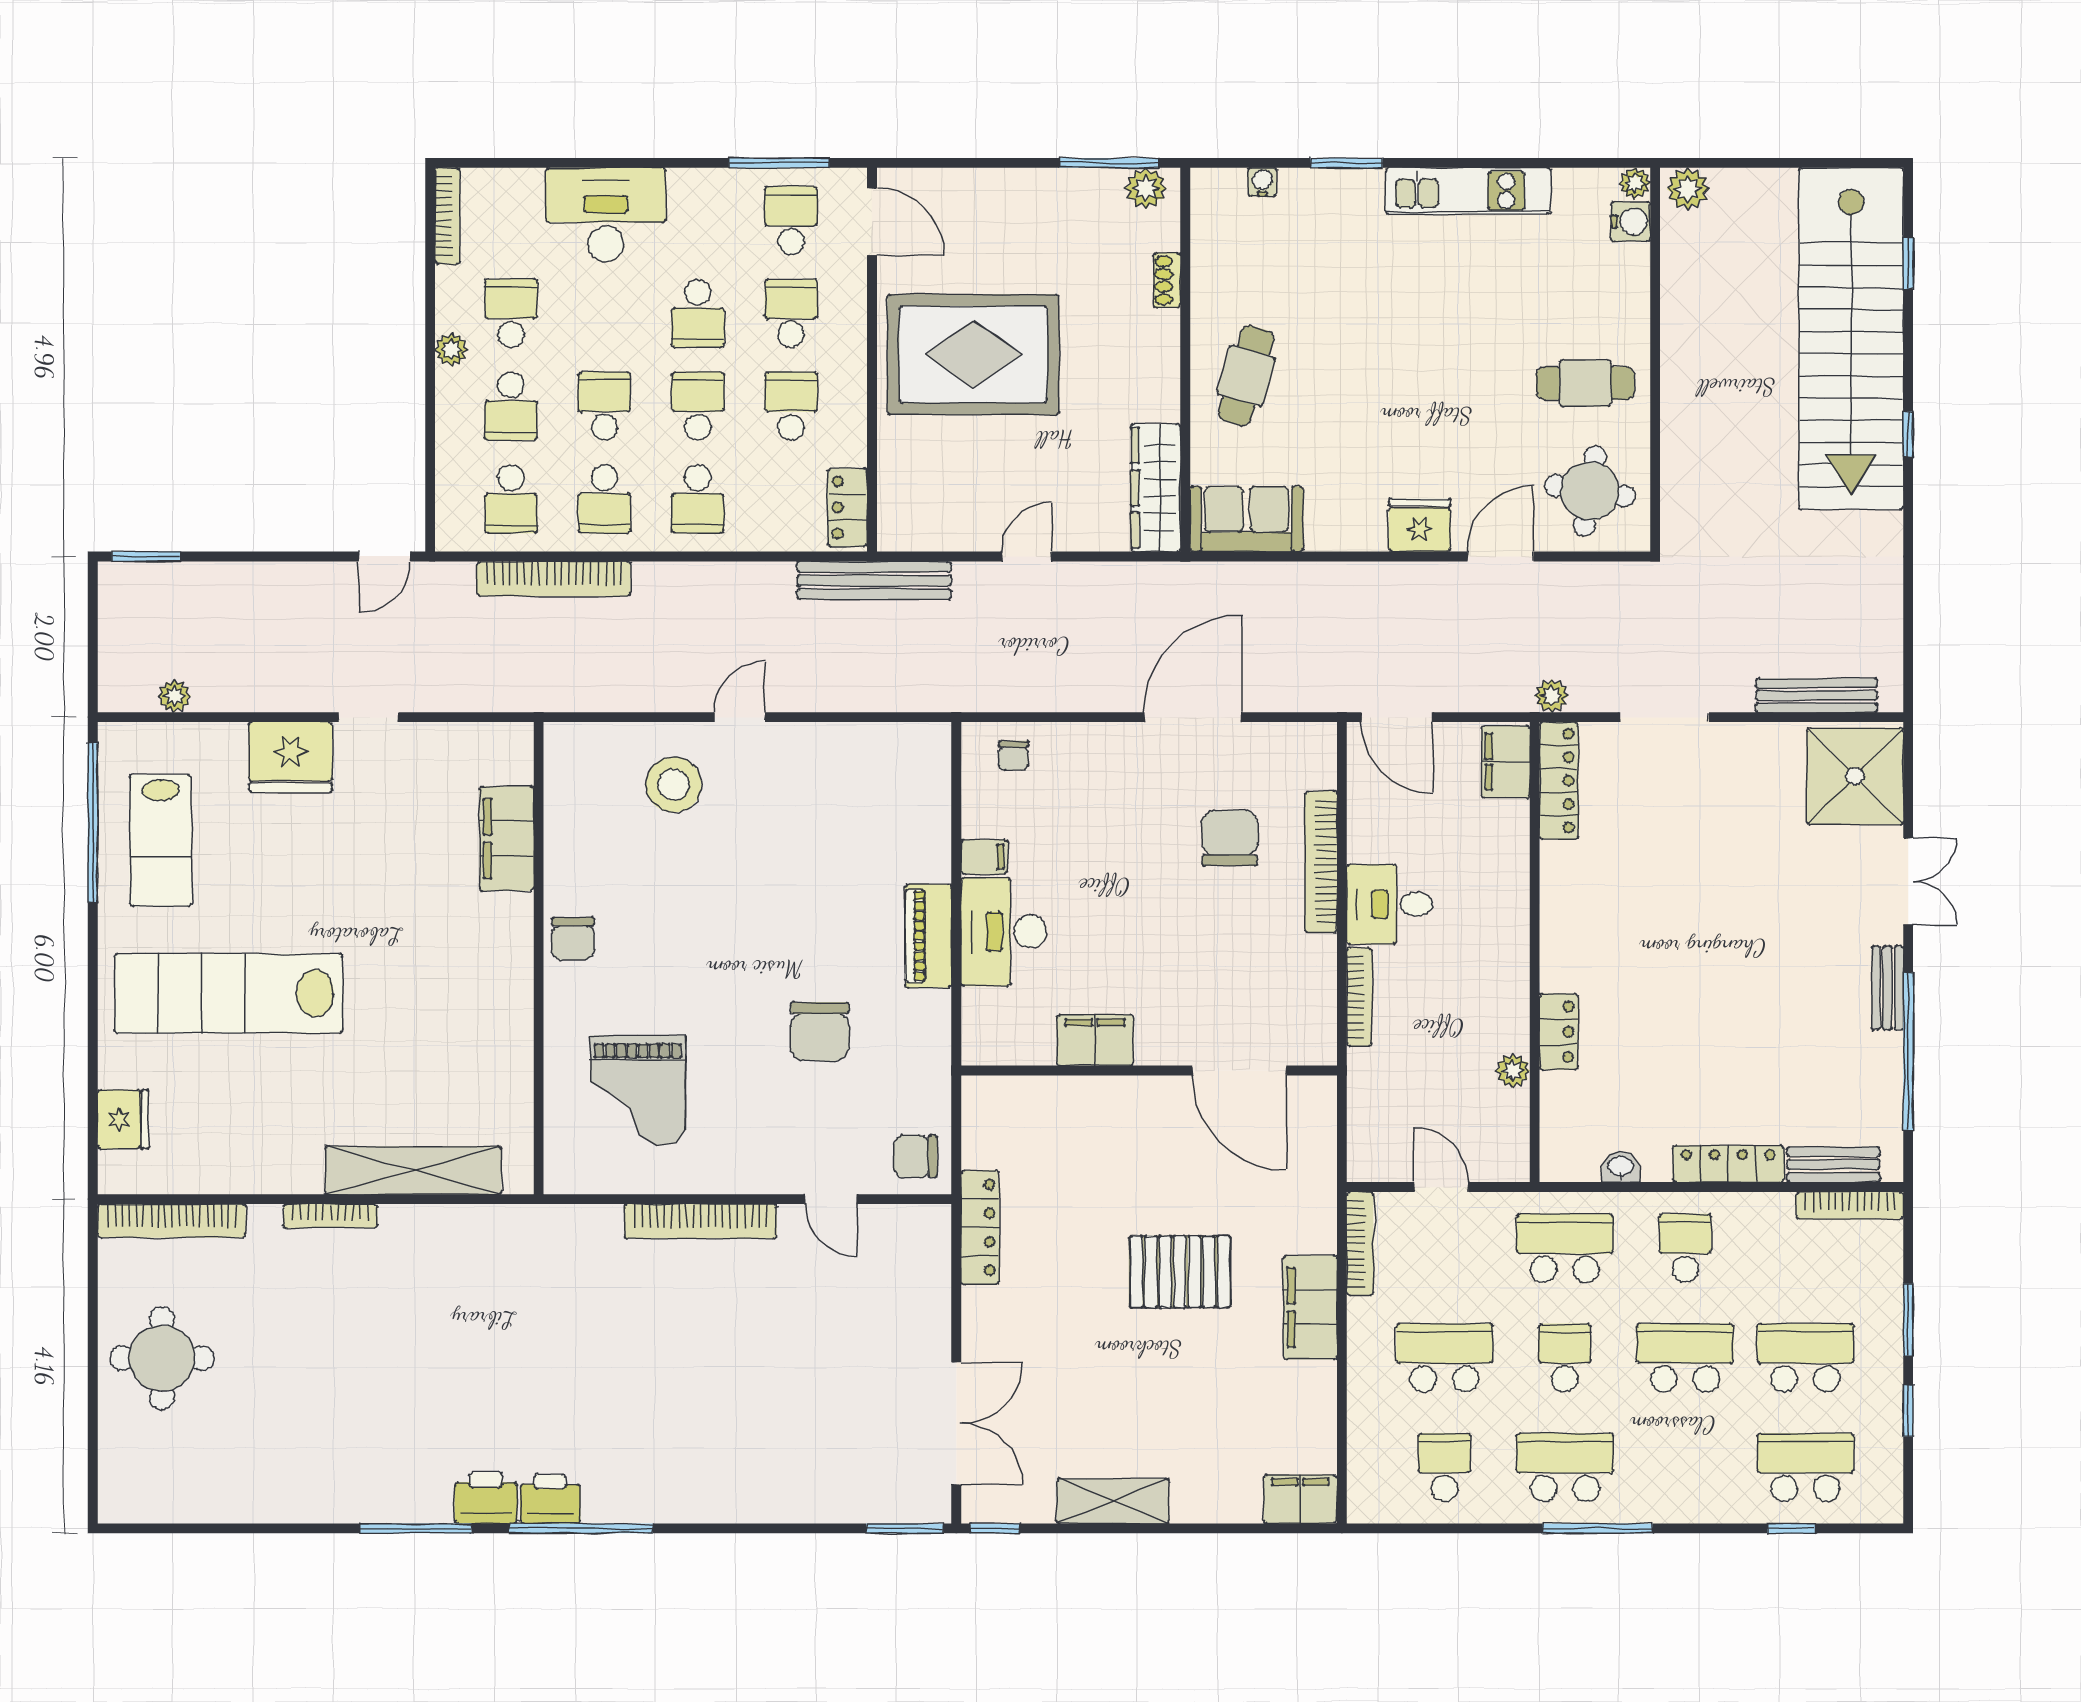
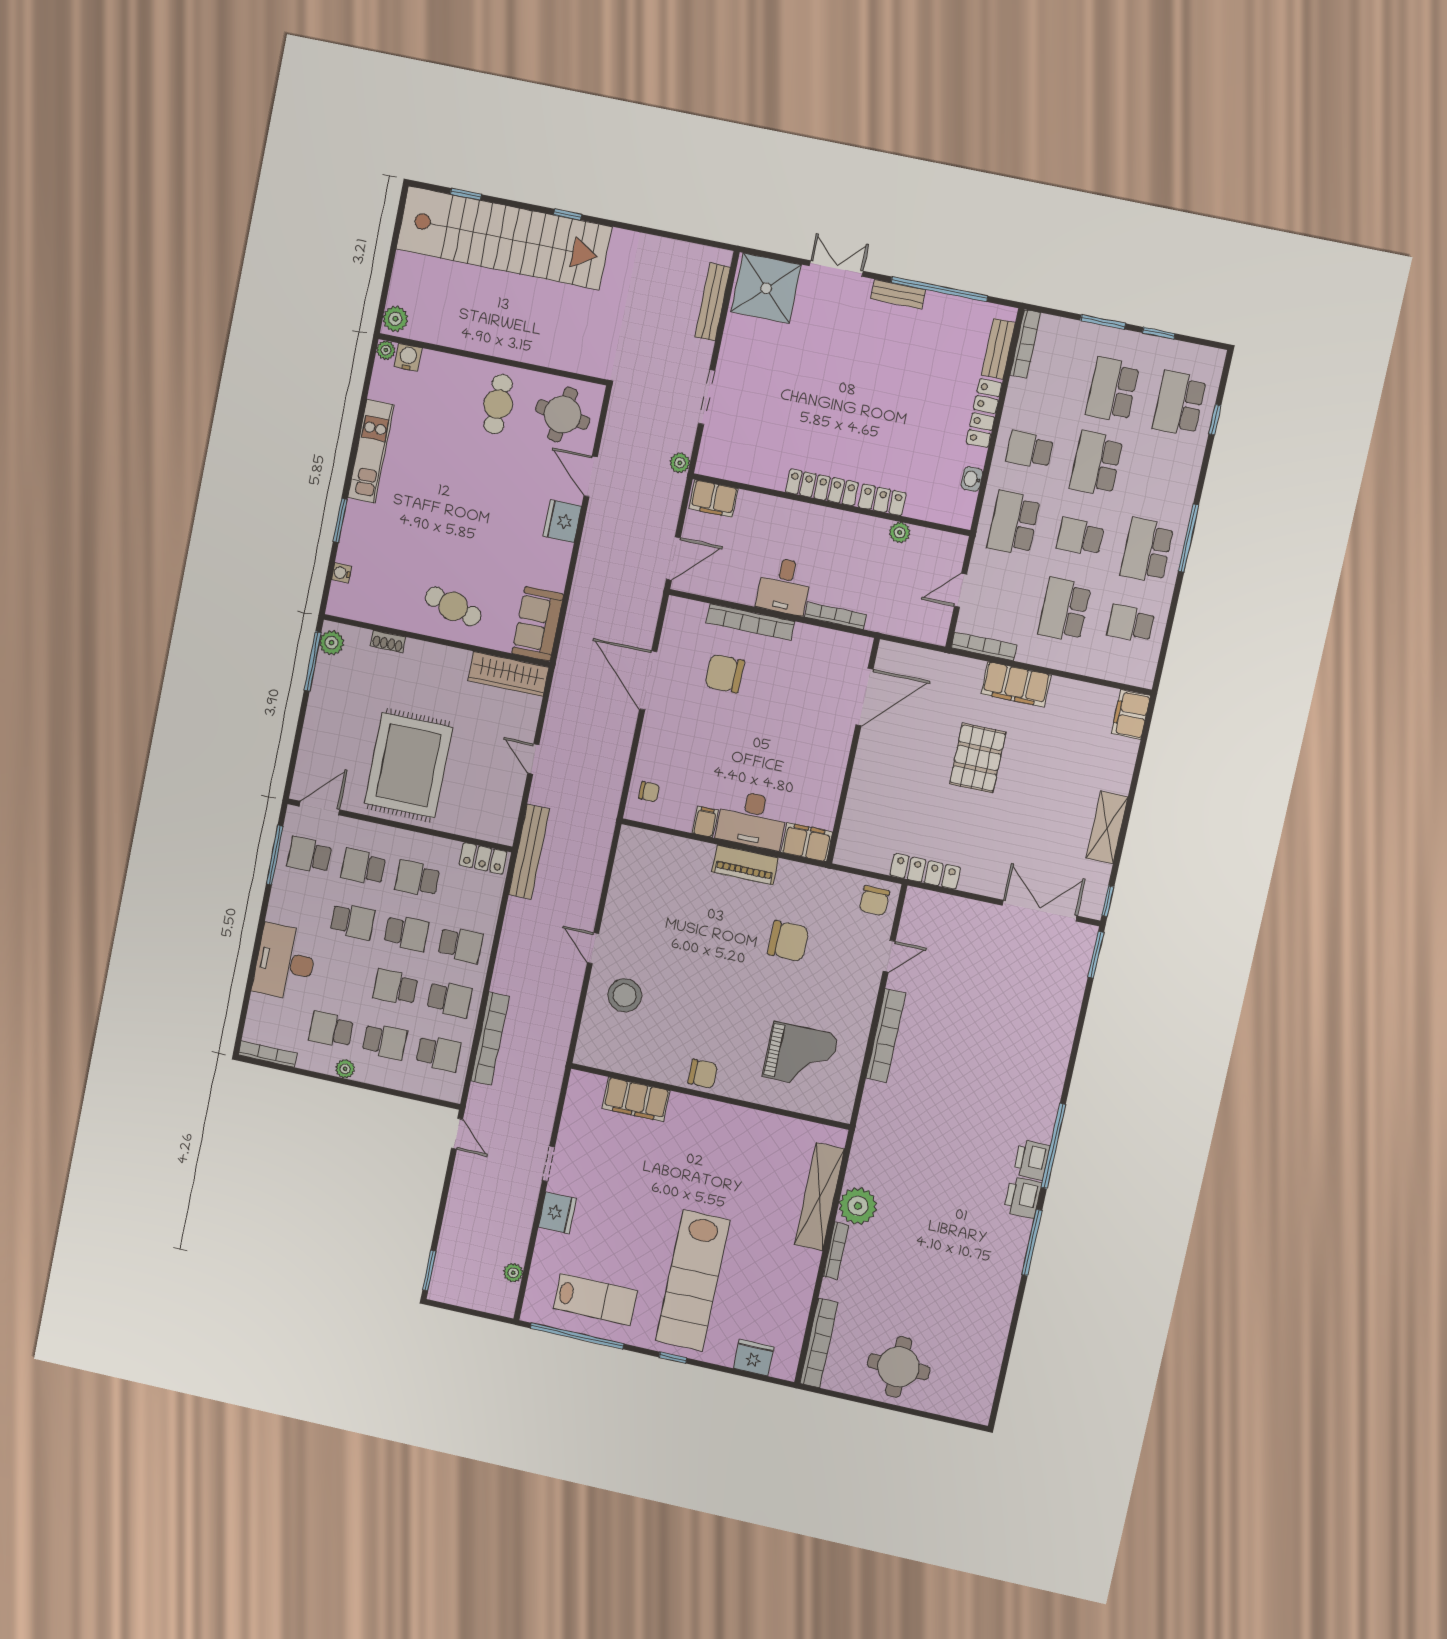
school desk: (698, 406) -> (406, 933), turned 180
fridge: (290, 757) -> (557, 1213), width x0.73, depth x0.75
locker: (1559, 781) -> (822, 487), moved
window: (93, 988) -> (673, 1358), added
filing cabinet: (1095, 1040) -> (807, 842), moved, turned 90
plant: (412, 1236) -> (858, 1206), added

